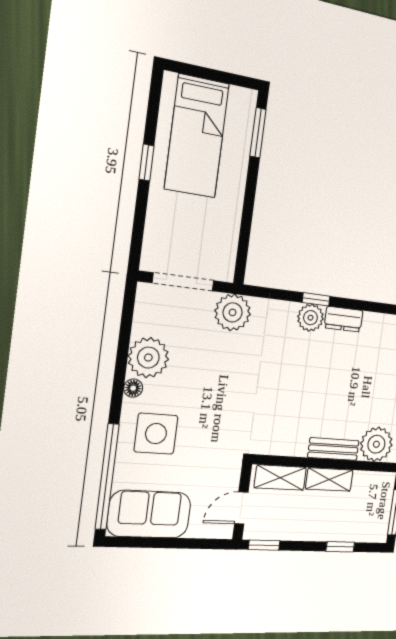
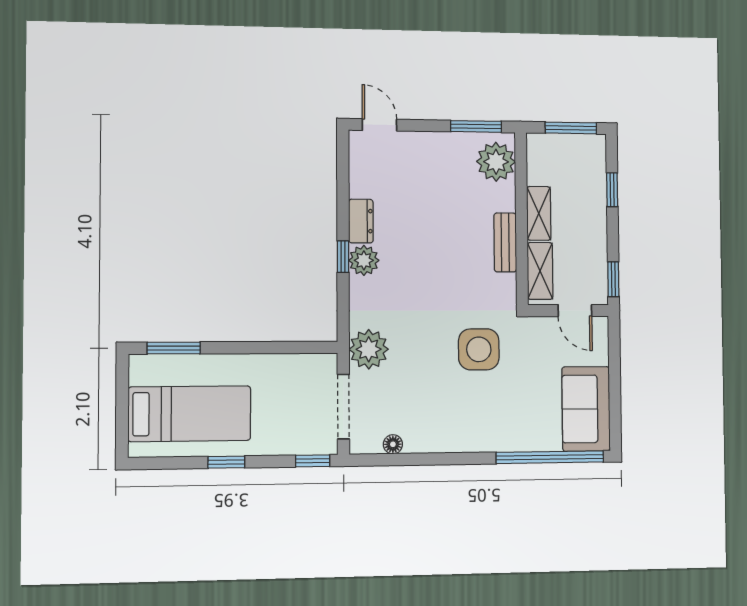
window: (136, 245) -> (313, 461), added
plant: (148, 358) -> (426, 432), removed
floor lamp: (133, 388) -> (393, 444), moved
side table: (156, 434) -> (479, 349), moved
bench: (333, 449) -> (505, 242), moved

